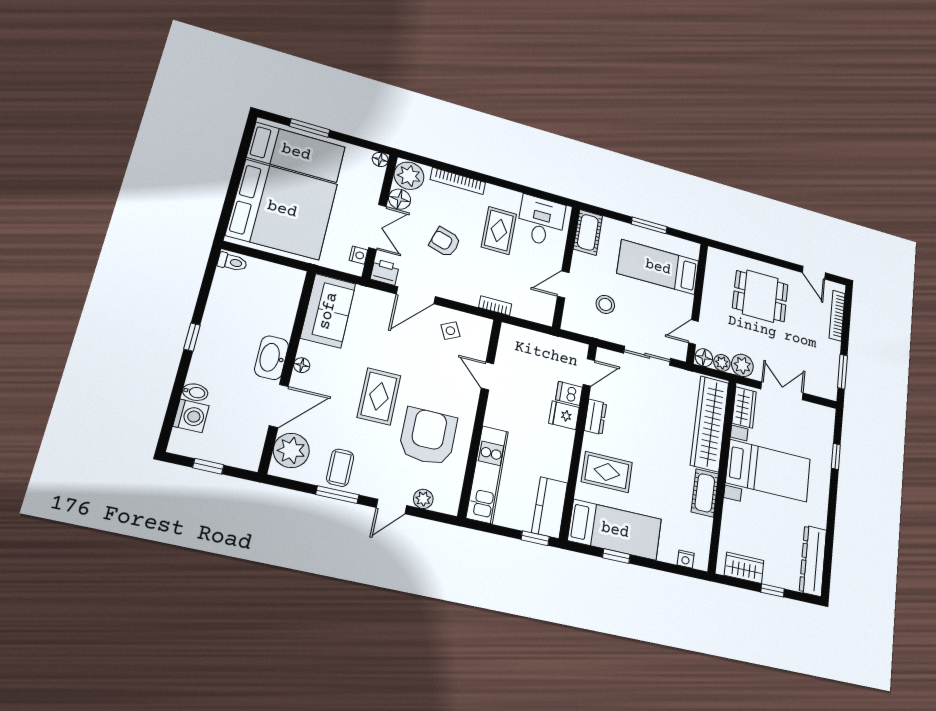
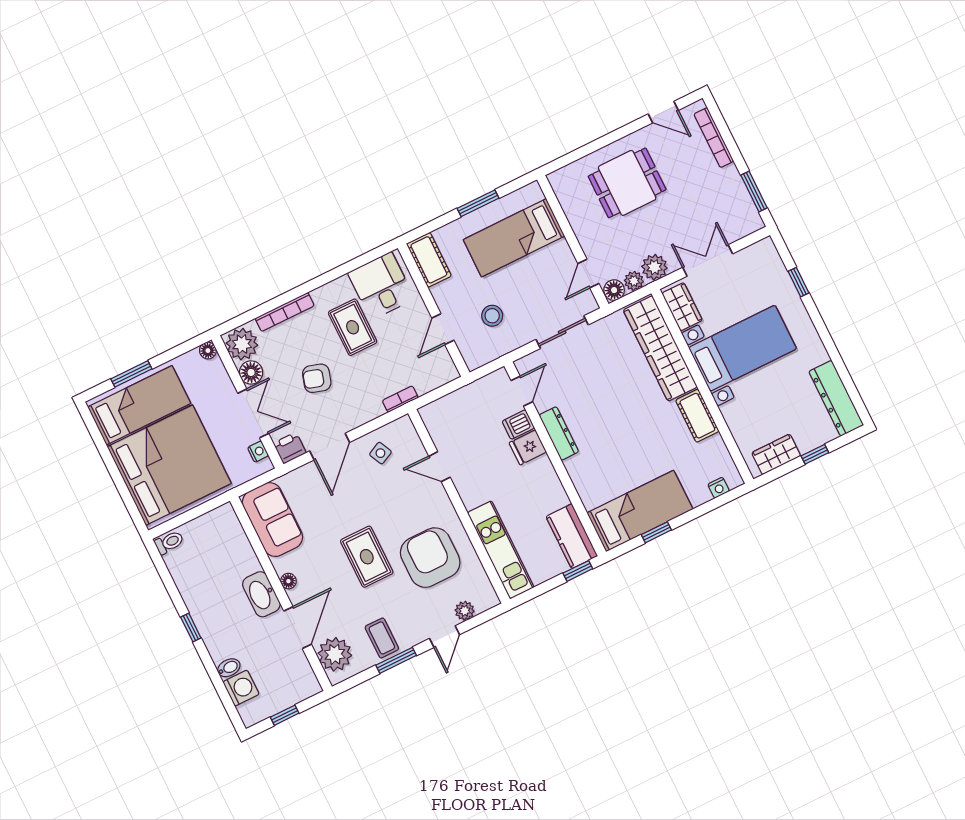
dresser: (595, 417) -> (559, 433), width x1.44
rug: (607, 472) -> (599, 467), removed

